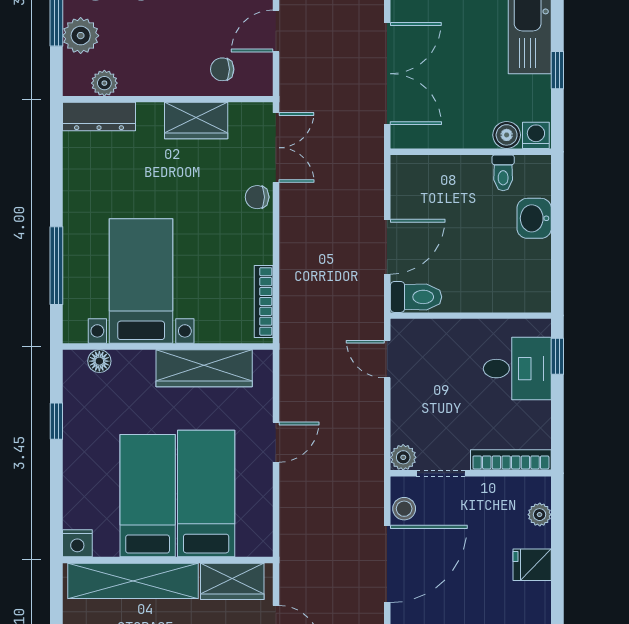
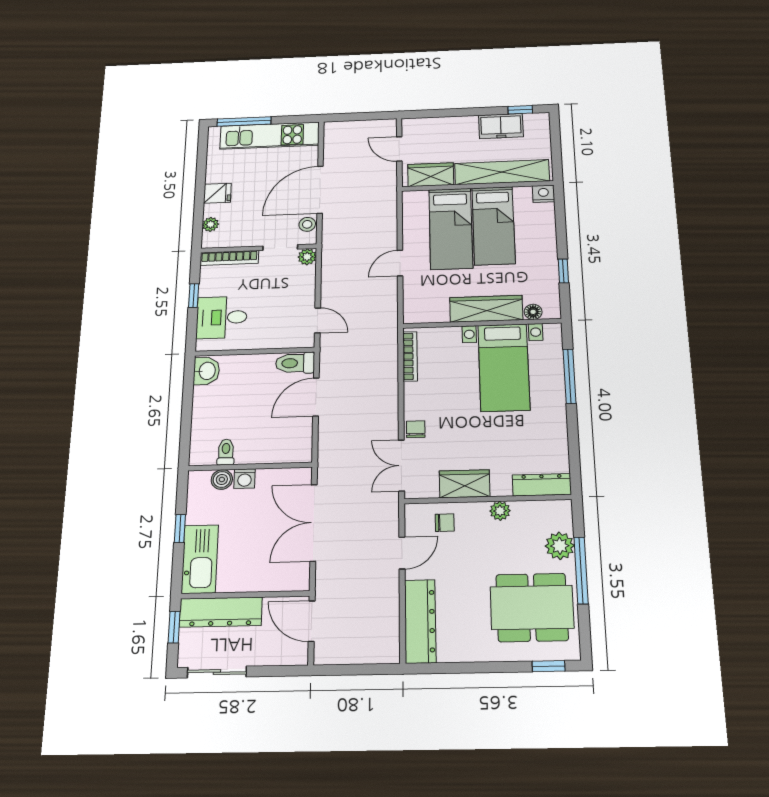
plant: (104, 83) -> (500, 511), moved
washing machine: (536, 135) -> (245, 479), moved
chair: (257, 197) -> (416, 429), turned -90
washbasin: (534, 218) -> (206, 371), moved
window: (557, 356) -> (194, 296), moved
wardrobe: (204, 368) -> (486, 309), moved

